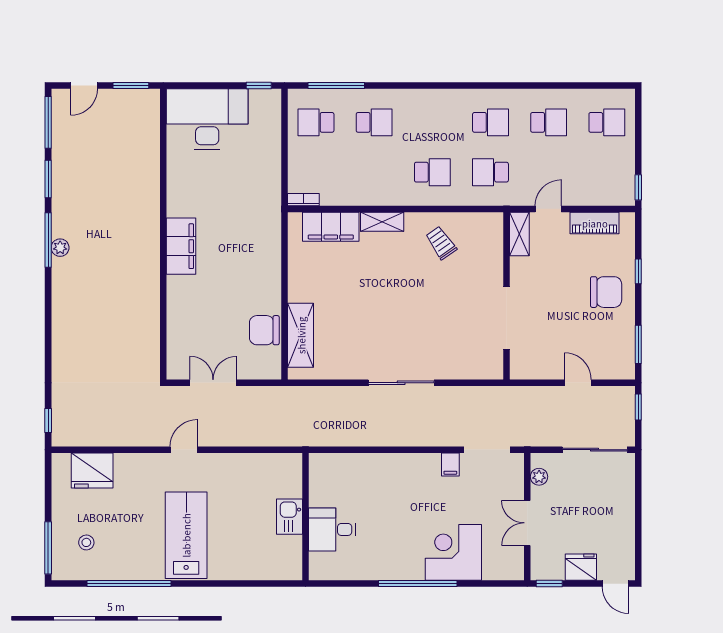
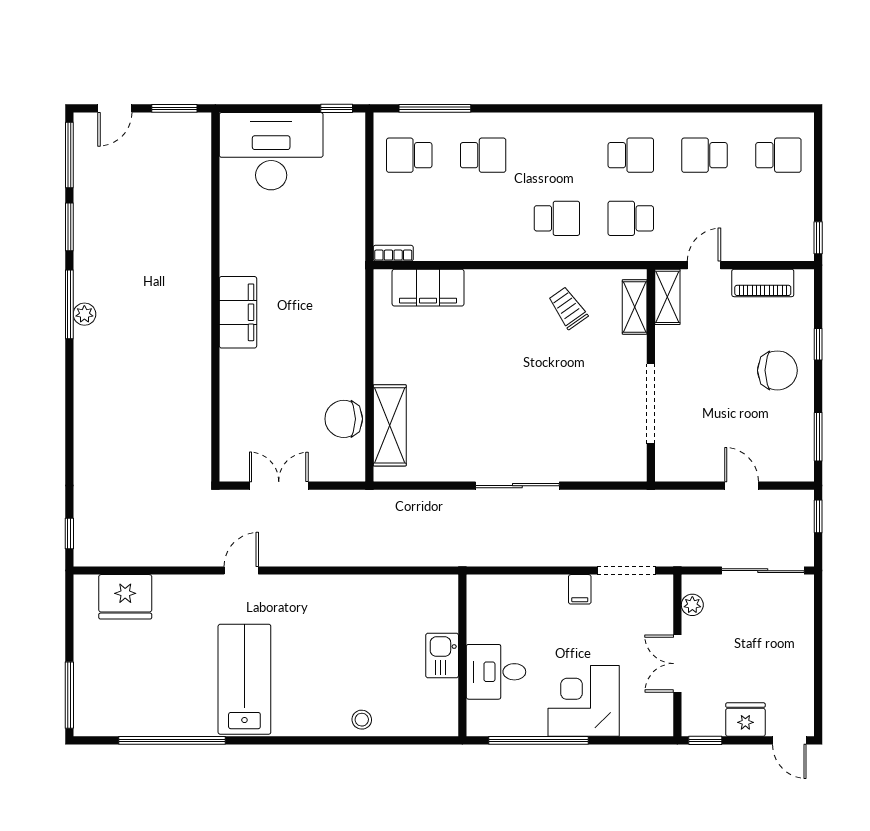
school desk: (549, 122) -> (705, 155), turned 180
shelving: (382, 222) -> (635, 307), moved, turned 90
kitchen sink: (290, 517) -> (442, 655), moved
wall: (306, 517) -> (462, 655), moved
desk: (332, 529) -> (496, 672), moved
stool: (86, 542) -> (362, 720), moved

